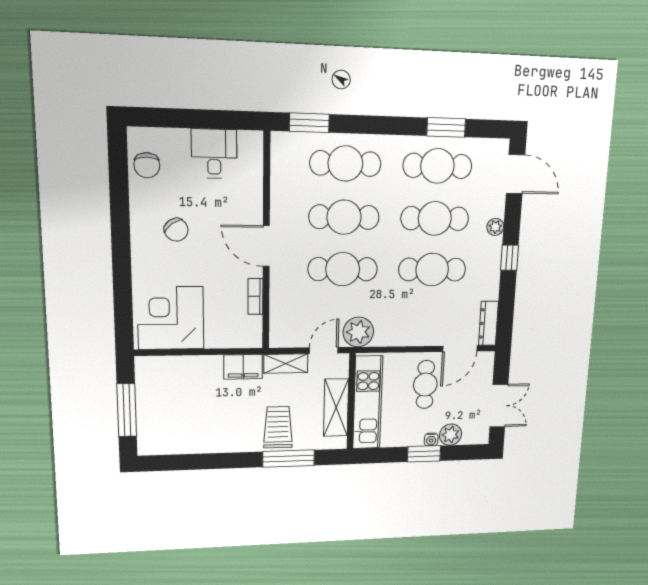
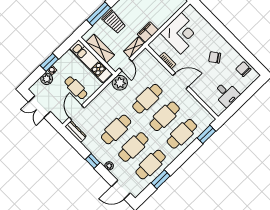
corner desk: (171, 318) -> (181, 33), moved

